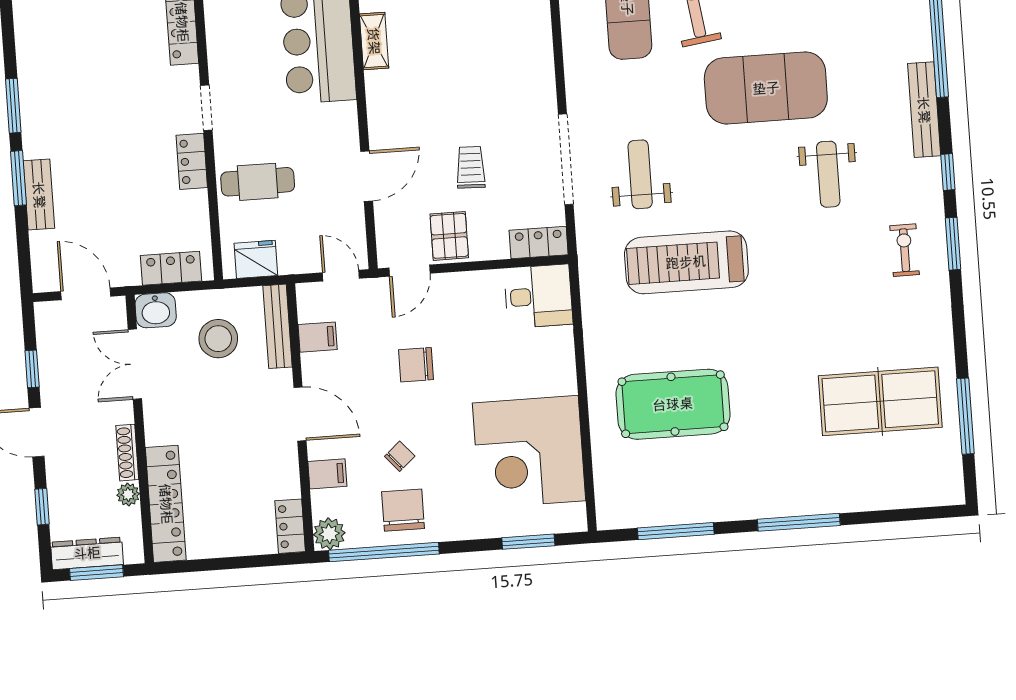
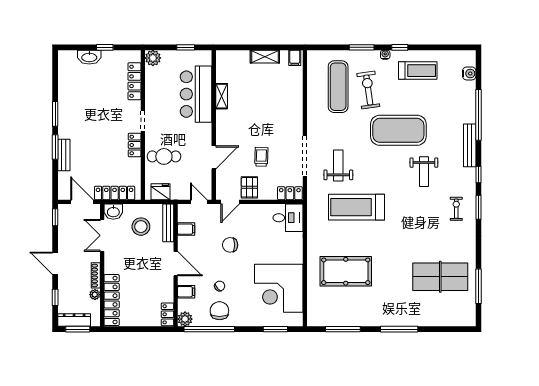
locker: (171, 268) -> (115, 193), width x1.53
window: (32, 369) -> (55, 217), moved

